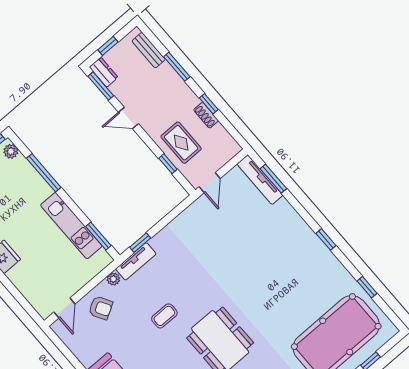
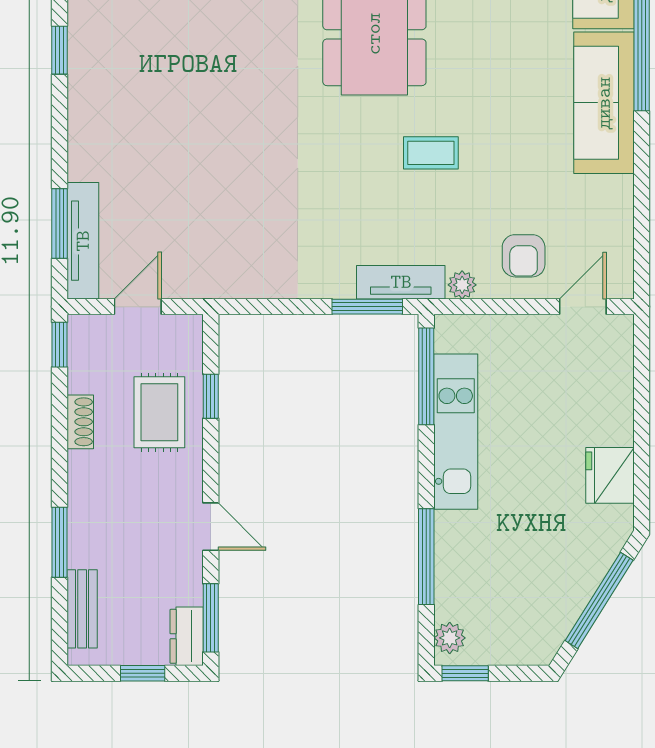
window: (209, 104) -> (60, 345), moved
door: (210, 183) -> (138, 307), moved
window: (98, 236) -> (426, 376), width x1.44
window: (140, 243) -> (367, 307), width x1.50
armchair: (101, 308) -> (524, 256), turned -150

